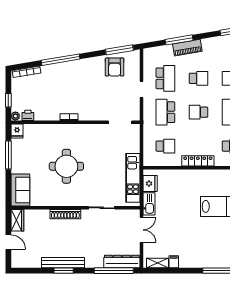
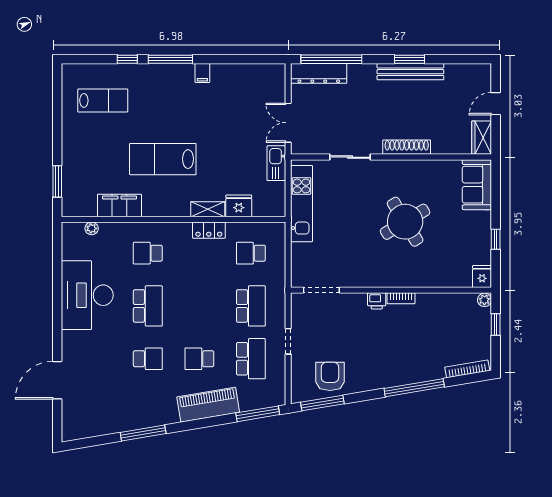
window: (179, 40) -> (258, 414), moved
piano: (187, 48) -> (208, 405), width x1.37, depth x1.33
school desk: (165, 78) -> (251, 359), turned 180
school desk: (198, 112) -> (199, 306), removed
printer: (28, 115) -> (377, 301), moved
window: (8, 155) -> (496, 239), width x0.46
locker: (198, 161) -> (209, 230), width x0.66
round table: (66, 166) -> (405, 222), turned -31
fridge: (150, 184) -> (239, 206), moved, turned 90
door: (8, 242) -> (496, 104), hinge flipped
filing cabinet: (174, 262) -> (202, 73), moved
shelving: (158, 263) -> (208, 209), moved

